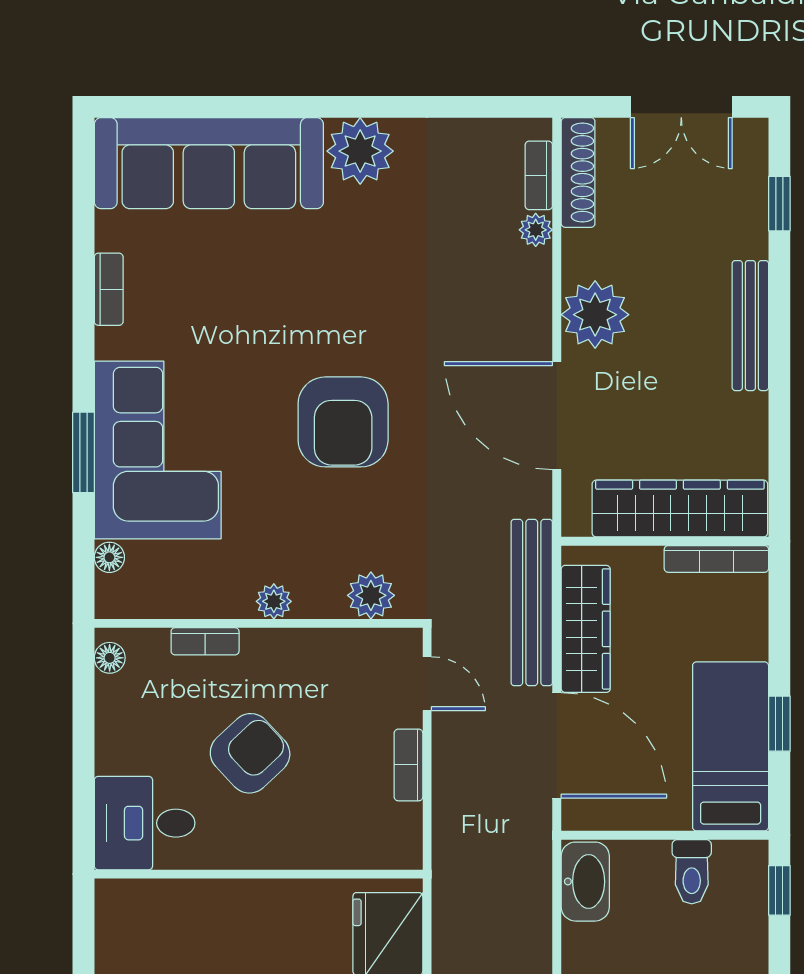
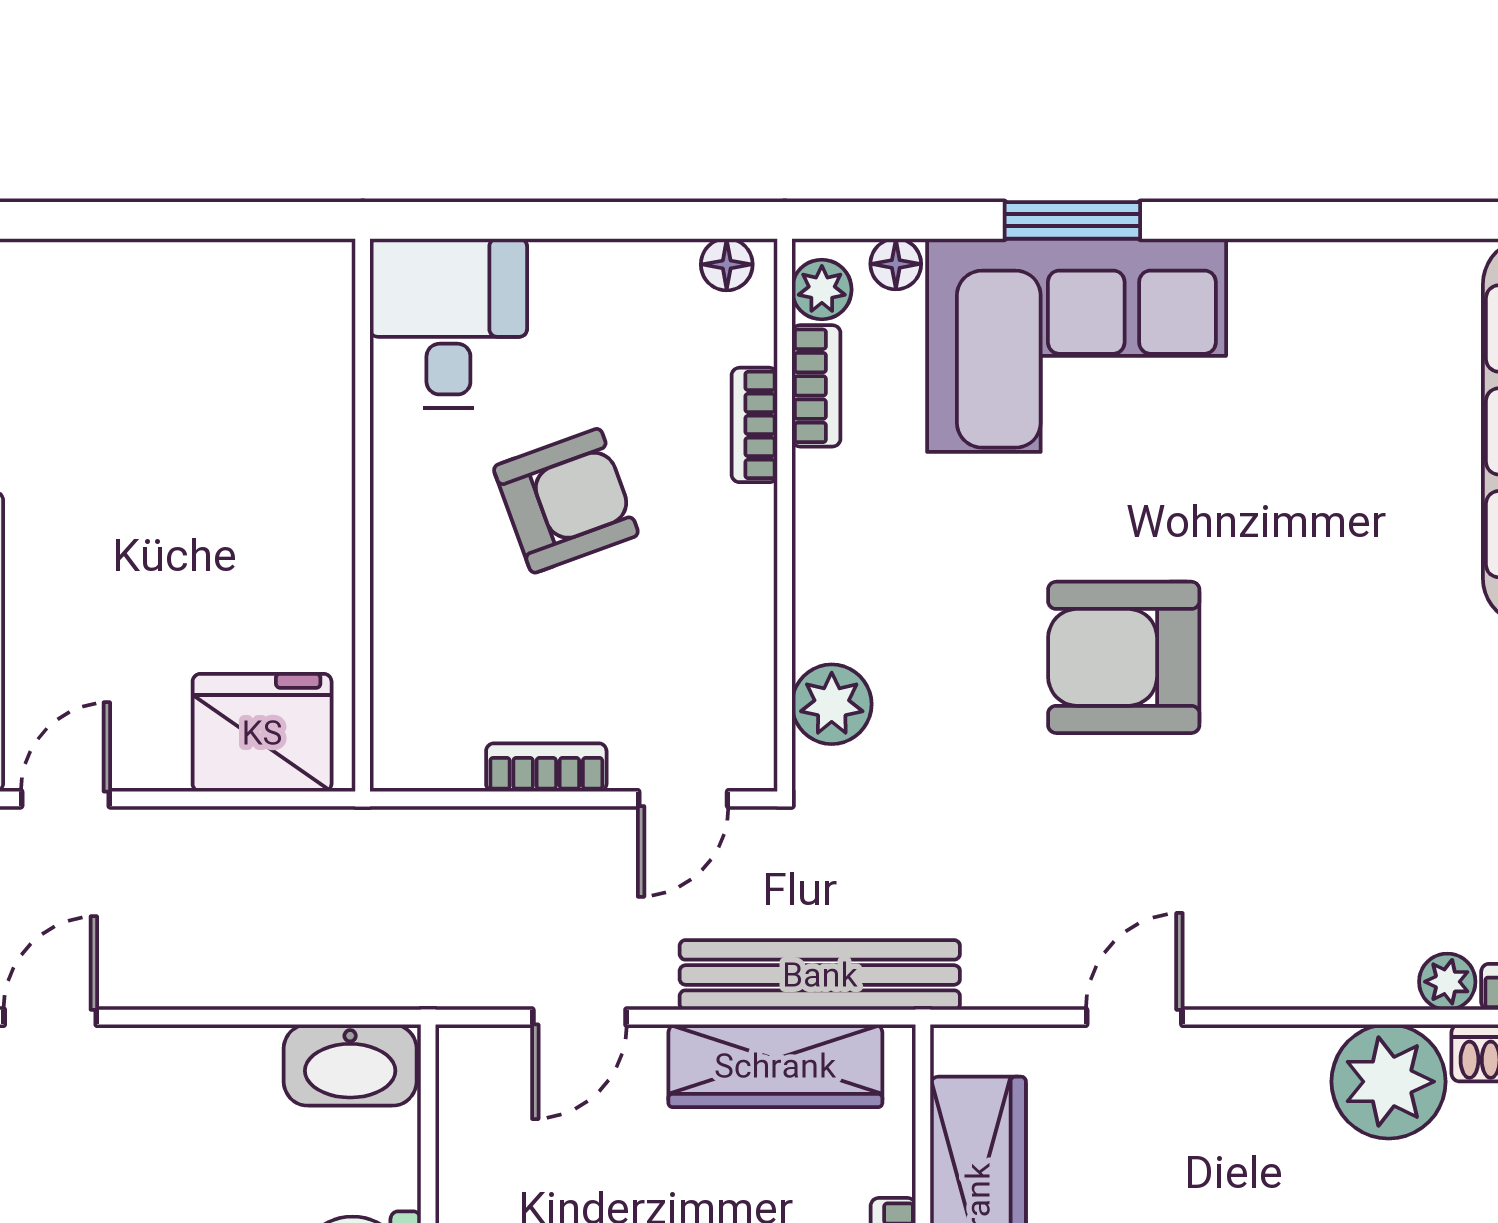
bookcase: (109, 289) -> (816, 386), moved, turned -90
plant: (595, 315) -> (1389, 1082), moved
door: (557, 416) -> (1134, 1017), width x0.53
plant: (274, 601) -> (822, 290), moved
door: (557, 745) -> (579, 1017), width x0.53
armchair: (250, 753) -> (566, 501), turned -67

